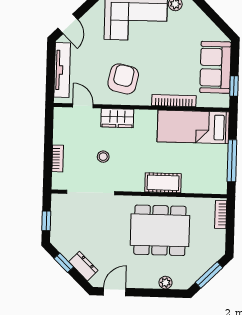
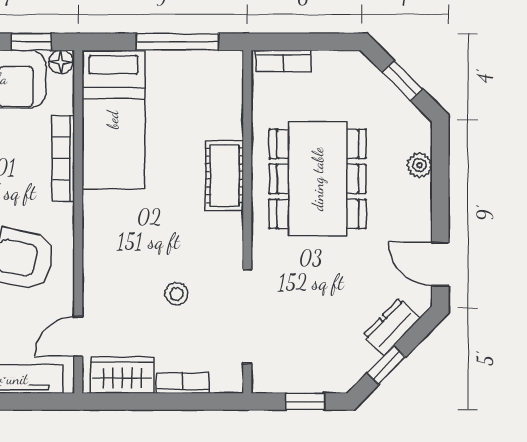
floor lamp: (223, 101) -> (61, 62), added
wardrobe: (117, 118) -> (122, 375), moved, turned -90
window: (209, 275) -> (402, 81), width x0.67

